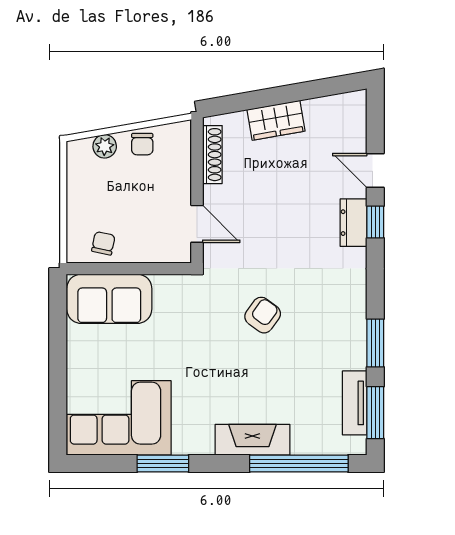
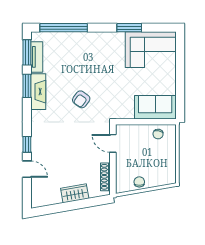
plant: (105, 146) -> (157, 181), removed
dresser: (354, 223) -> (37, 144), removed
fireplace: (252, 440) -> (38, 92), moved, turned -90

